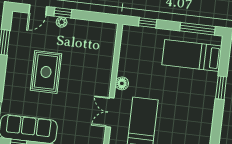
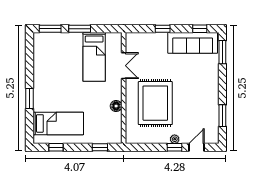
window: (198, 29) -> (56, 147), width x0.46
rug: (46, 72) -> (155, 103), moved, width x1.37, depth x1.44
floor lamp: (122, 83) -> (116, 106), moved

